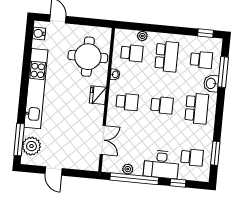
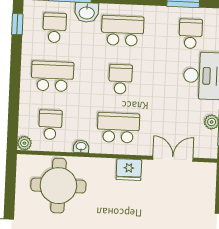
plant: (142, 36) -> (24, 143), moved
fridge: (98, 95) -> (129, 170), moved
school desk: (127, 102) -> (118, 128), width x1.85

